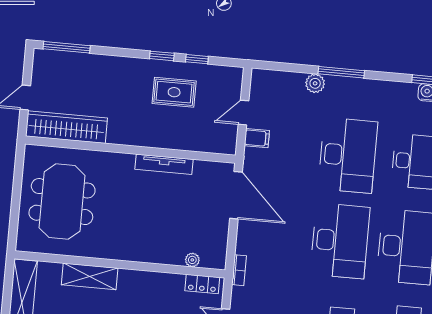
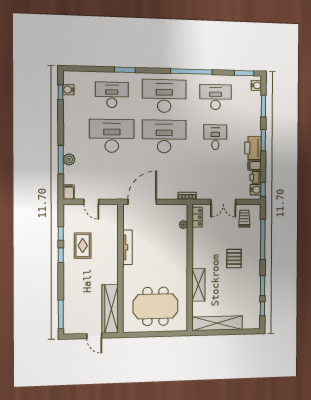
window: (341, 72) -> (61, 160), moved
filing cabinet: (257, 138) -> (69, 192), moved

